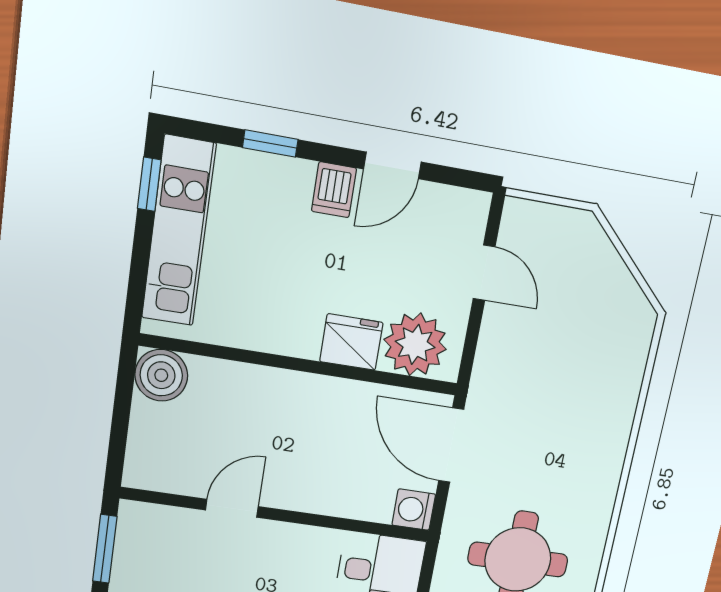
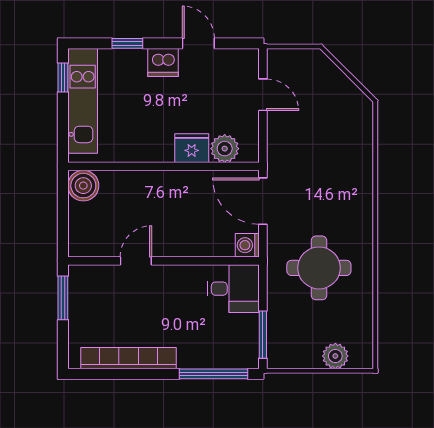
door: (392, 165) -> (198, 43), swing flipped
dishwasher: (334, 190) -> (163, 63), width x1.38
plant: (415, 344) -> (225, 149), width x0.73, depth x0.73

